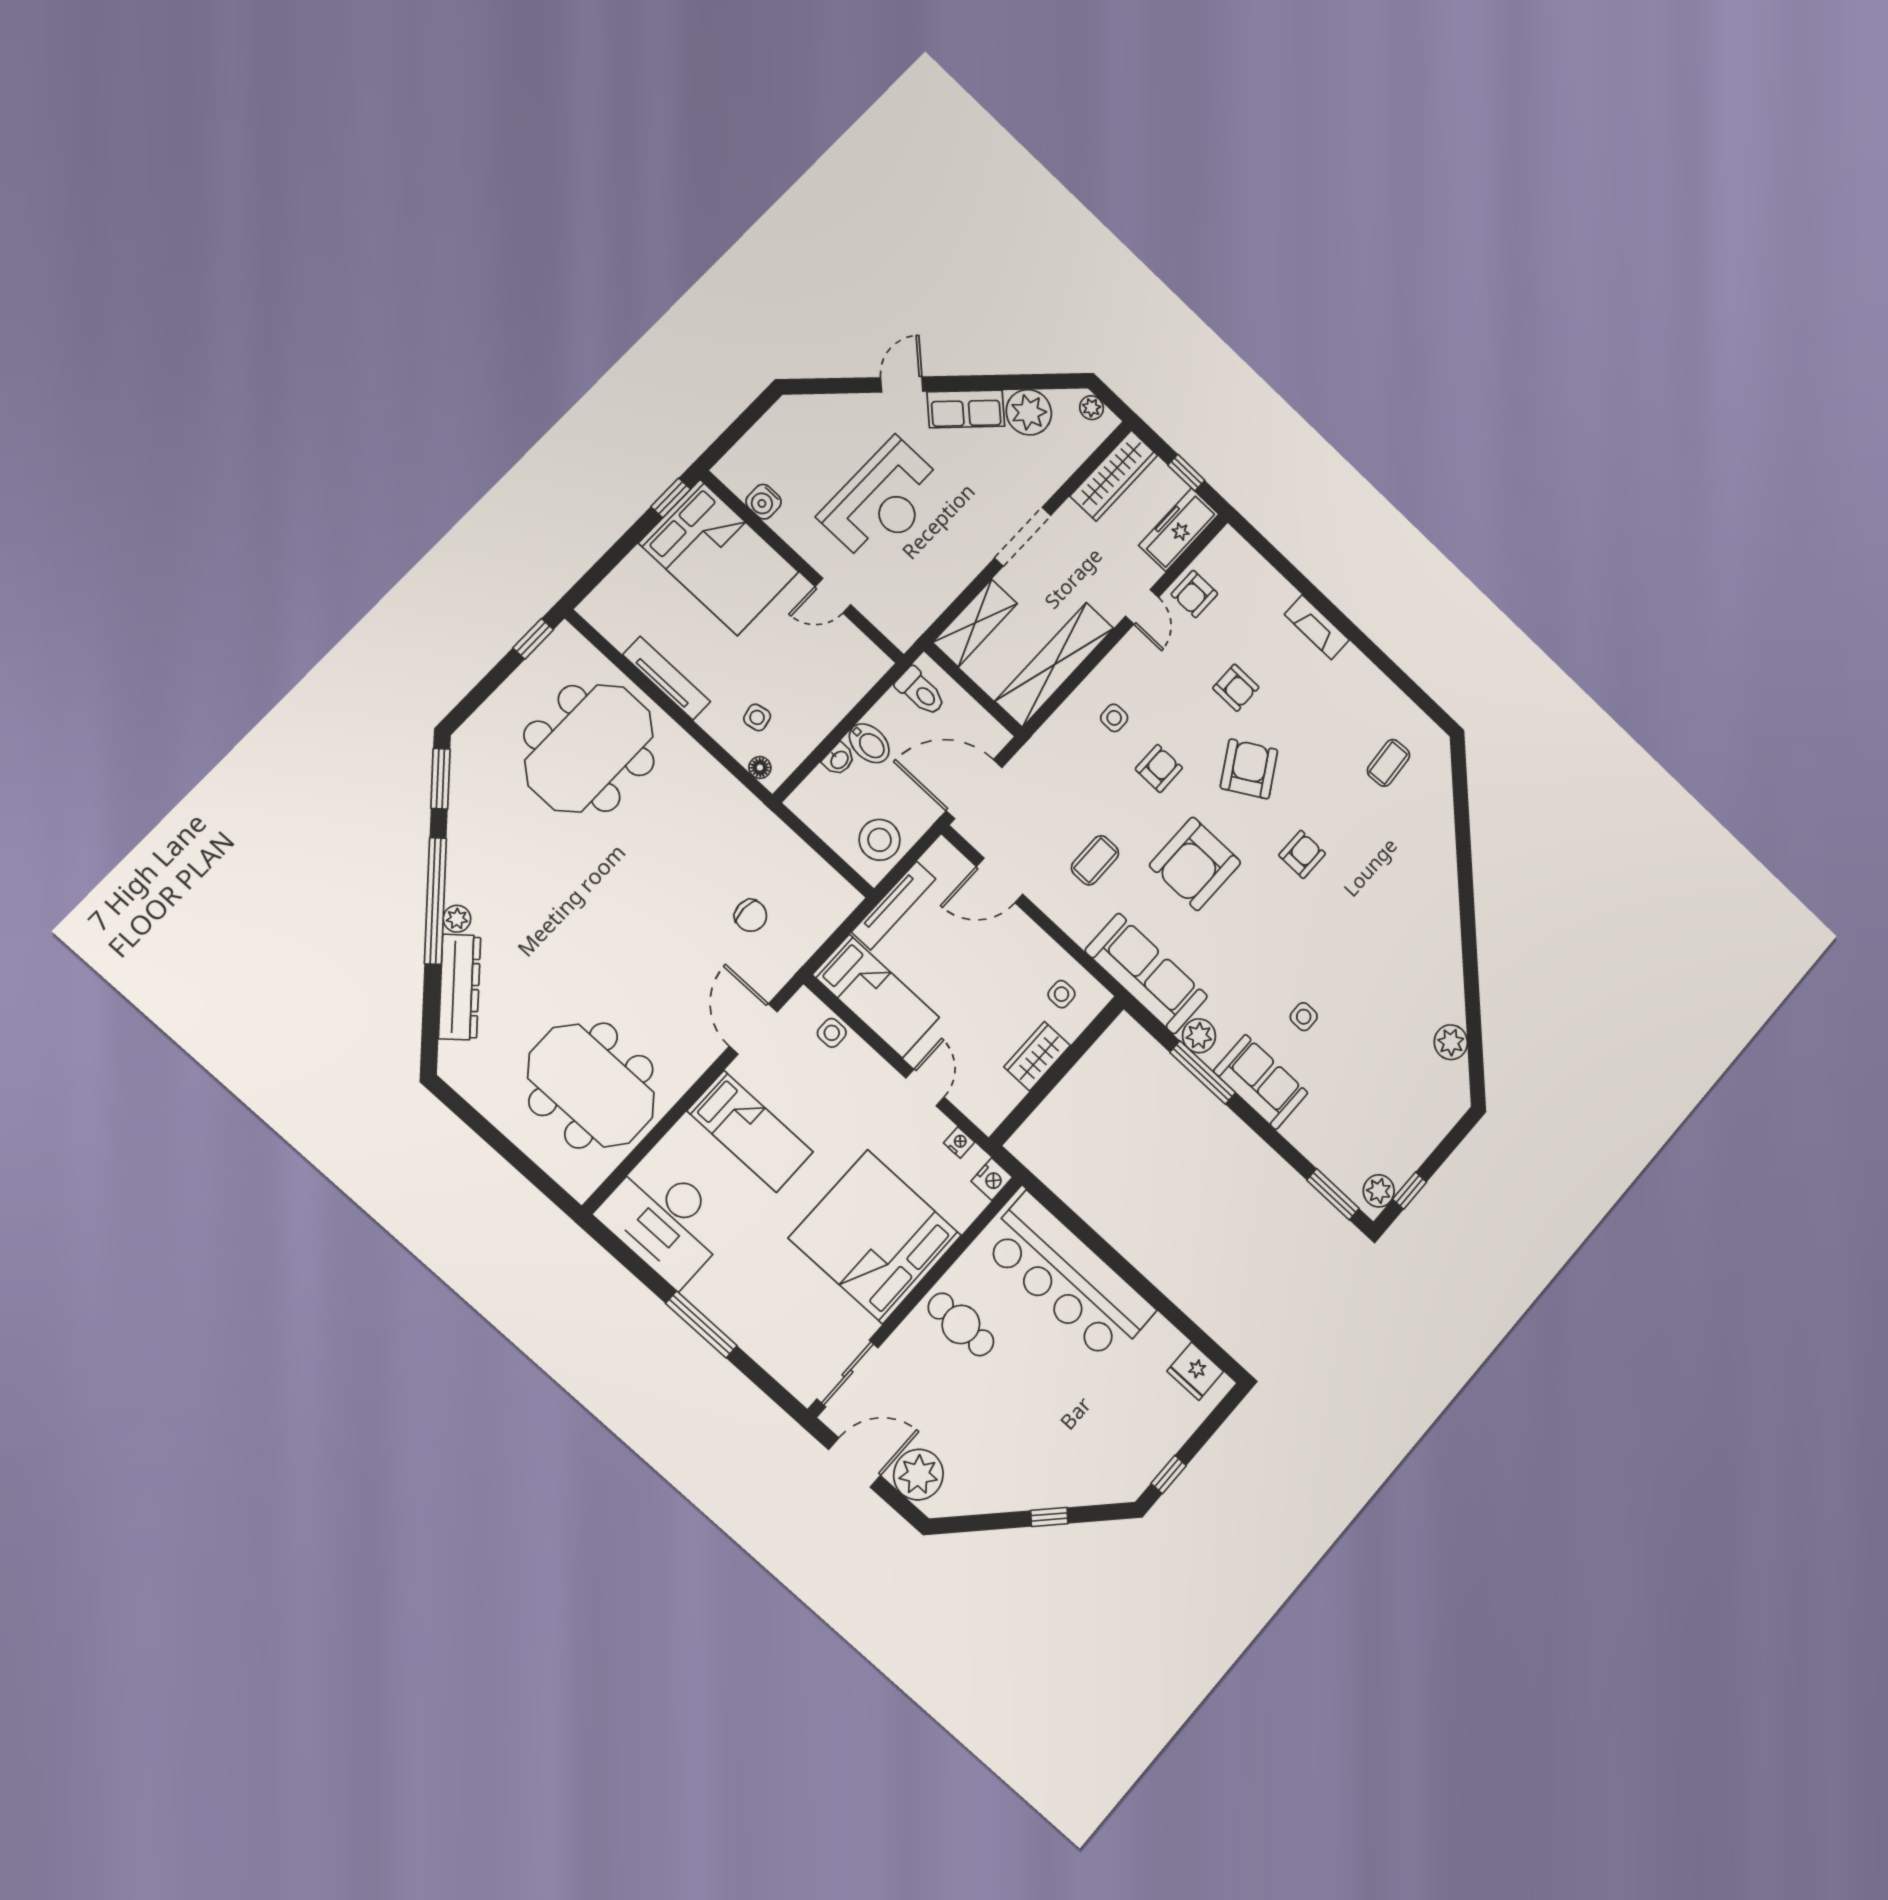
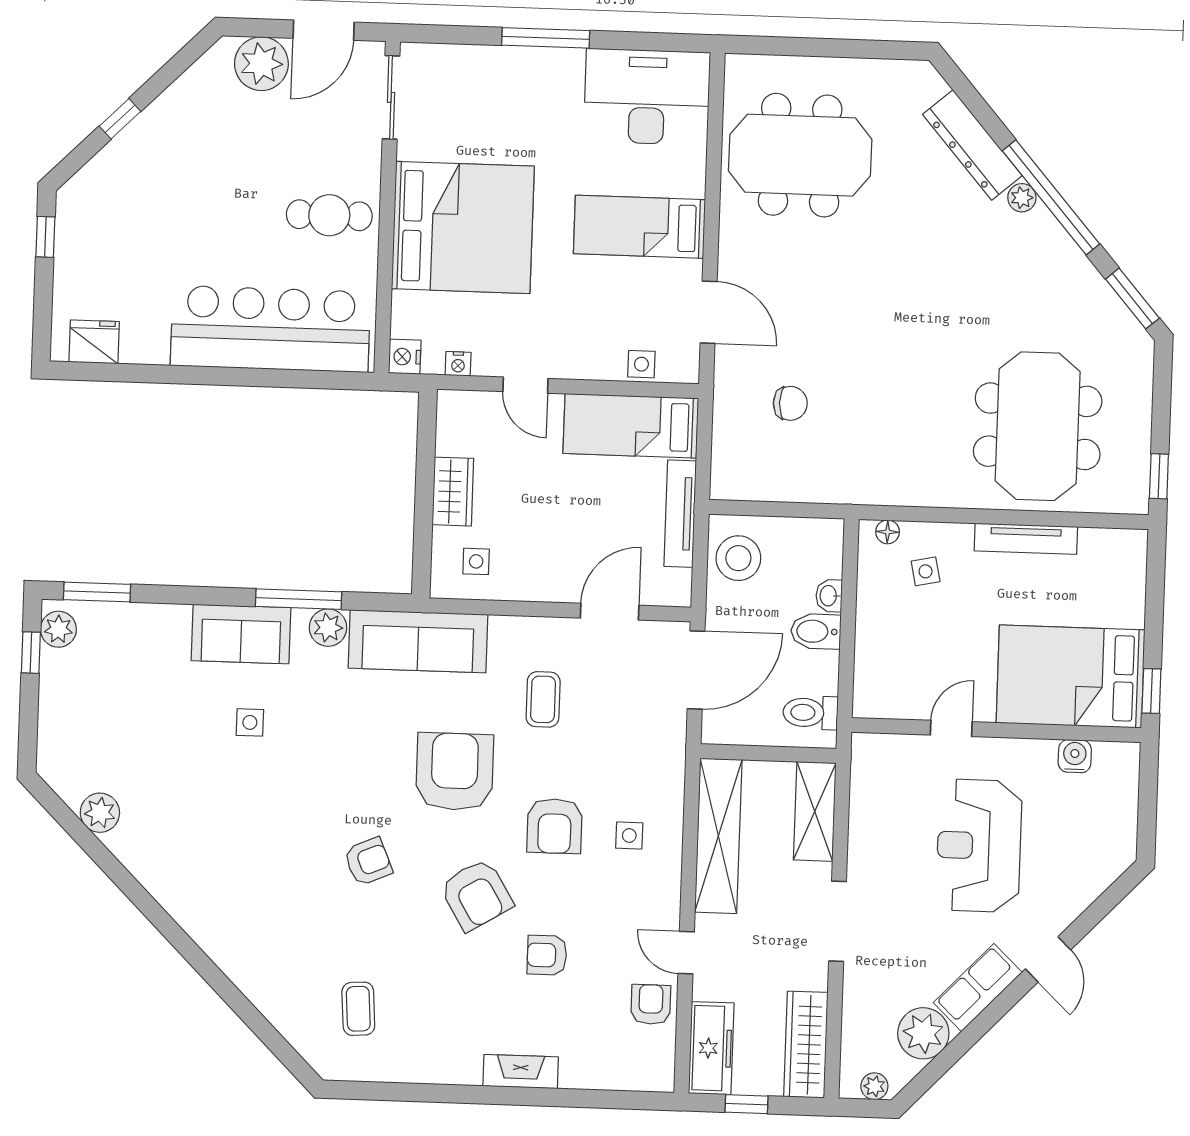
armchair: (1159, 768) -> (555, 826), width x1.38, depth x1.38
armchair: (1302, 854) -> (368, 861), turned -113
chair: (751, 916) -> (790, 403), turned 180

